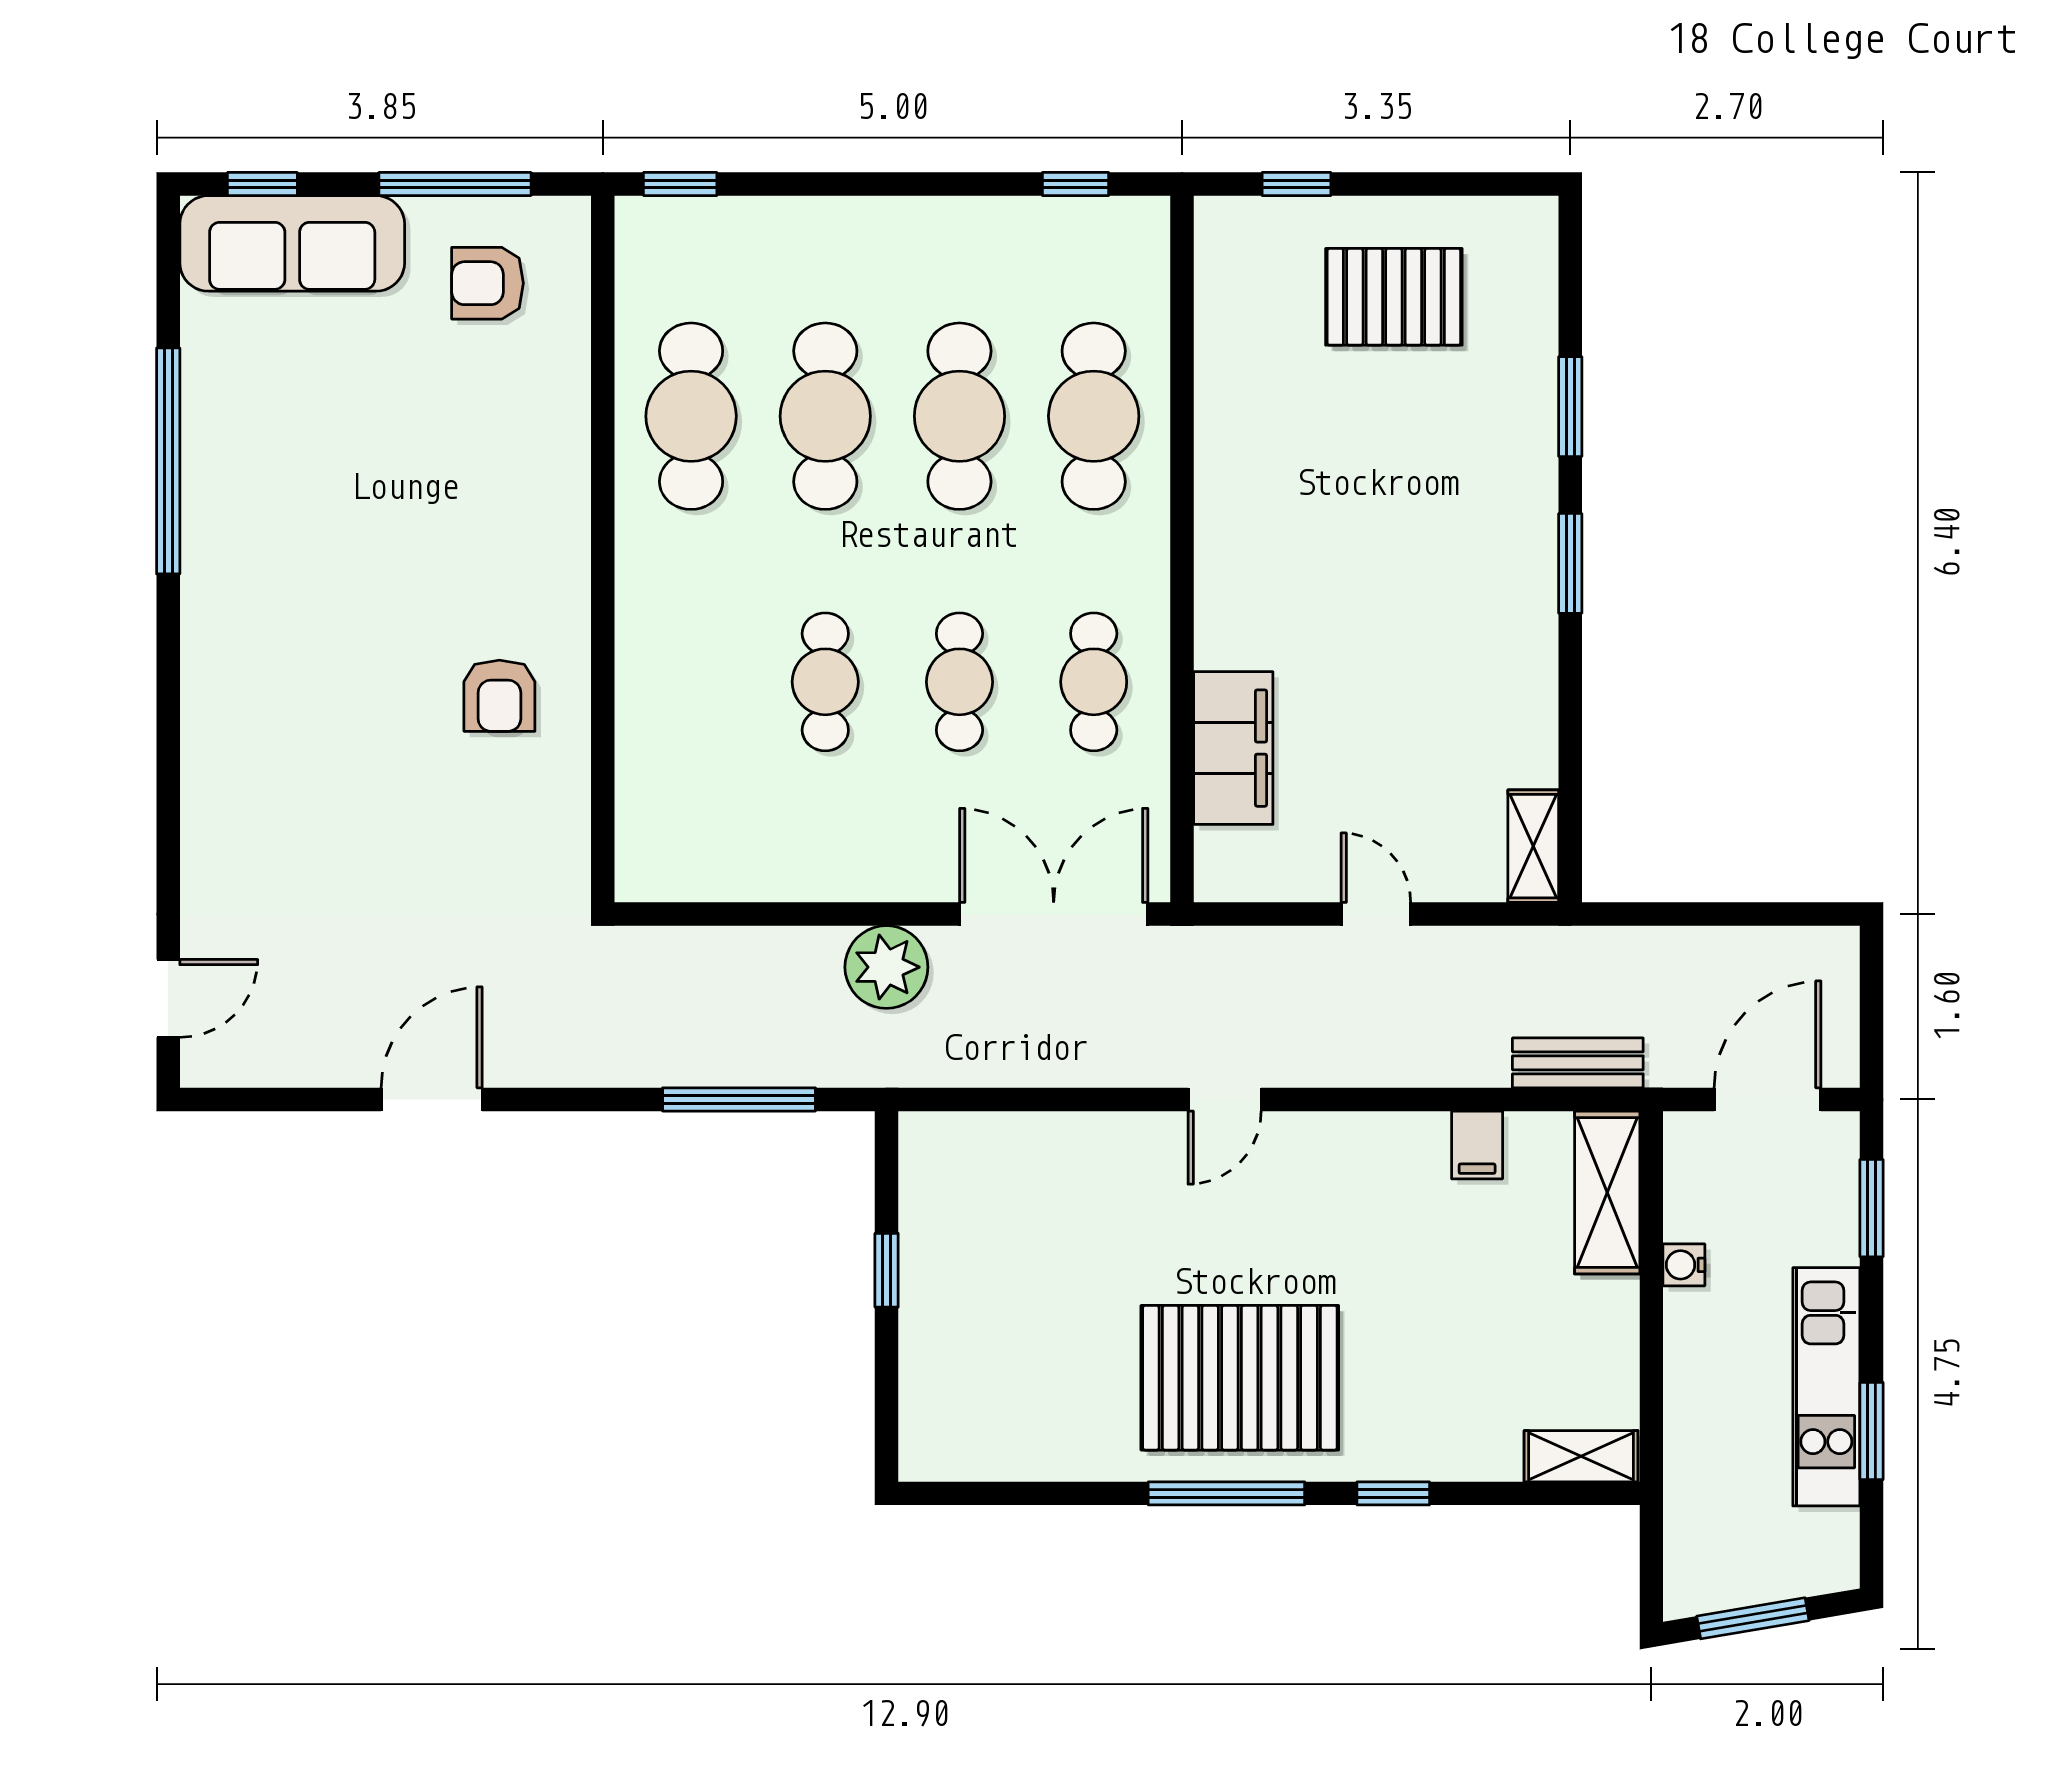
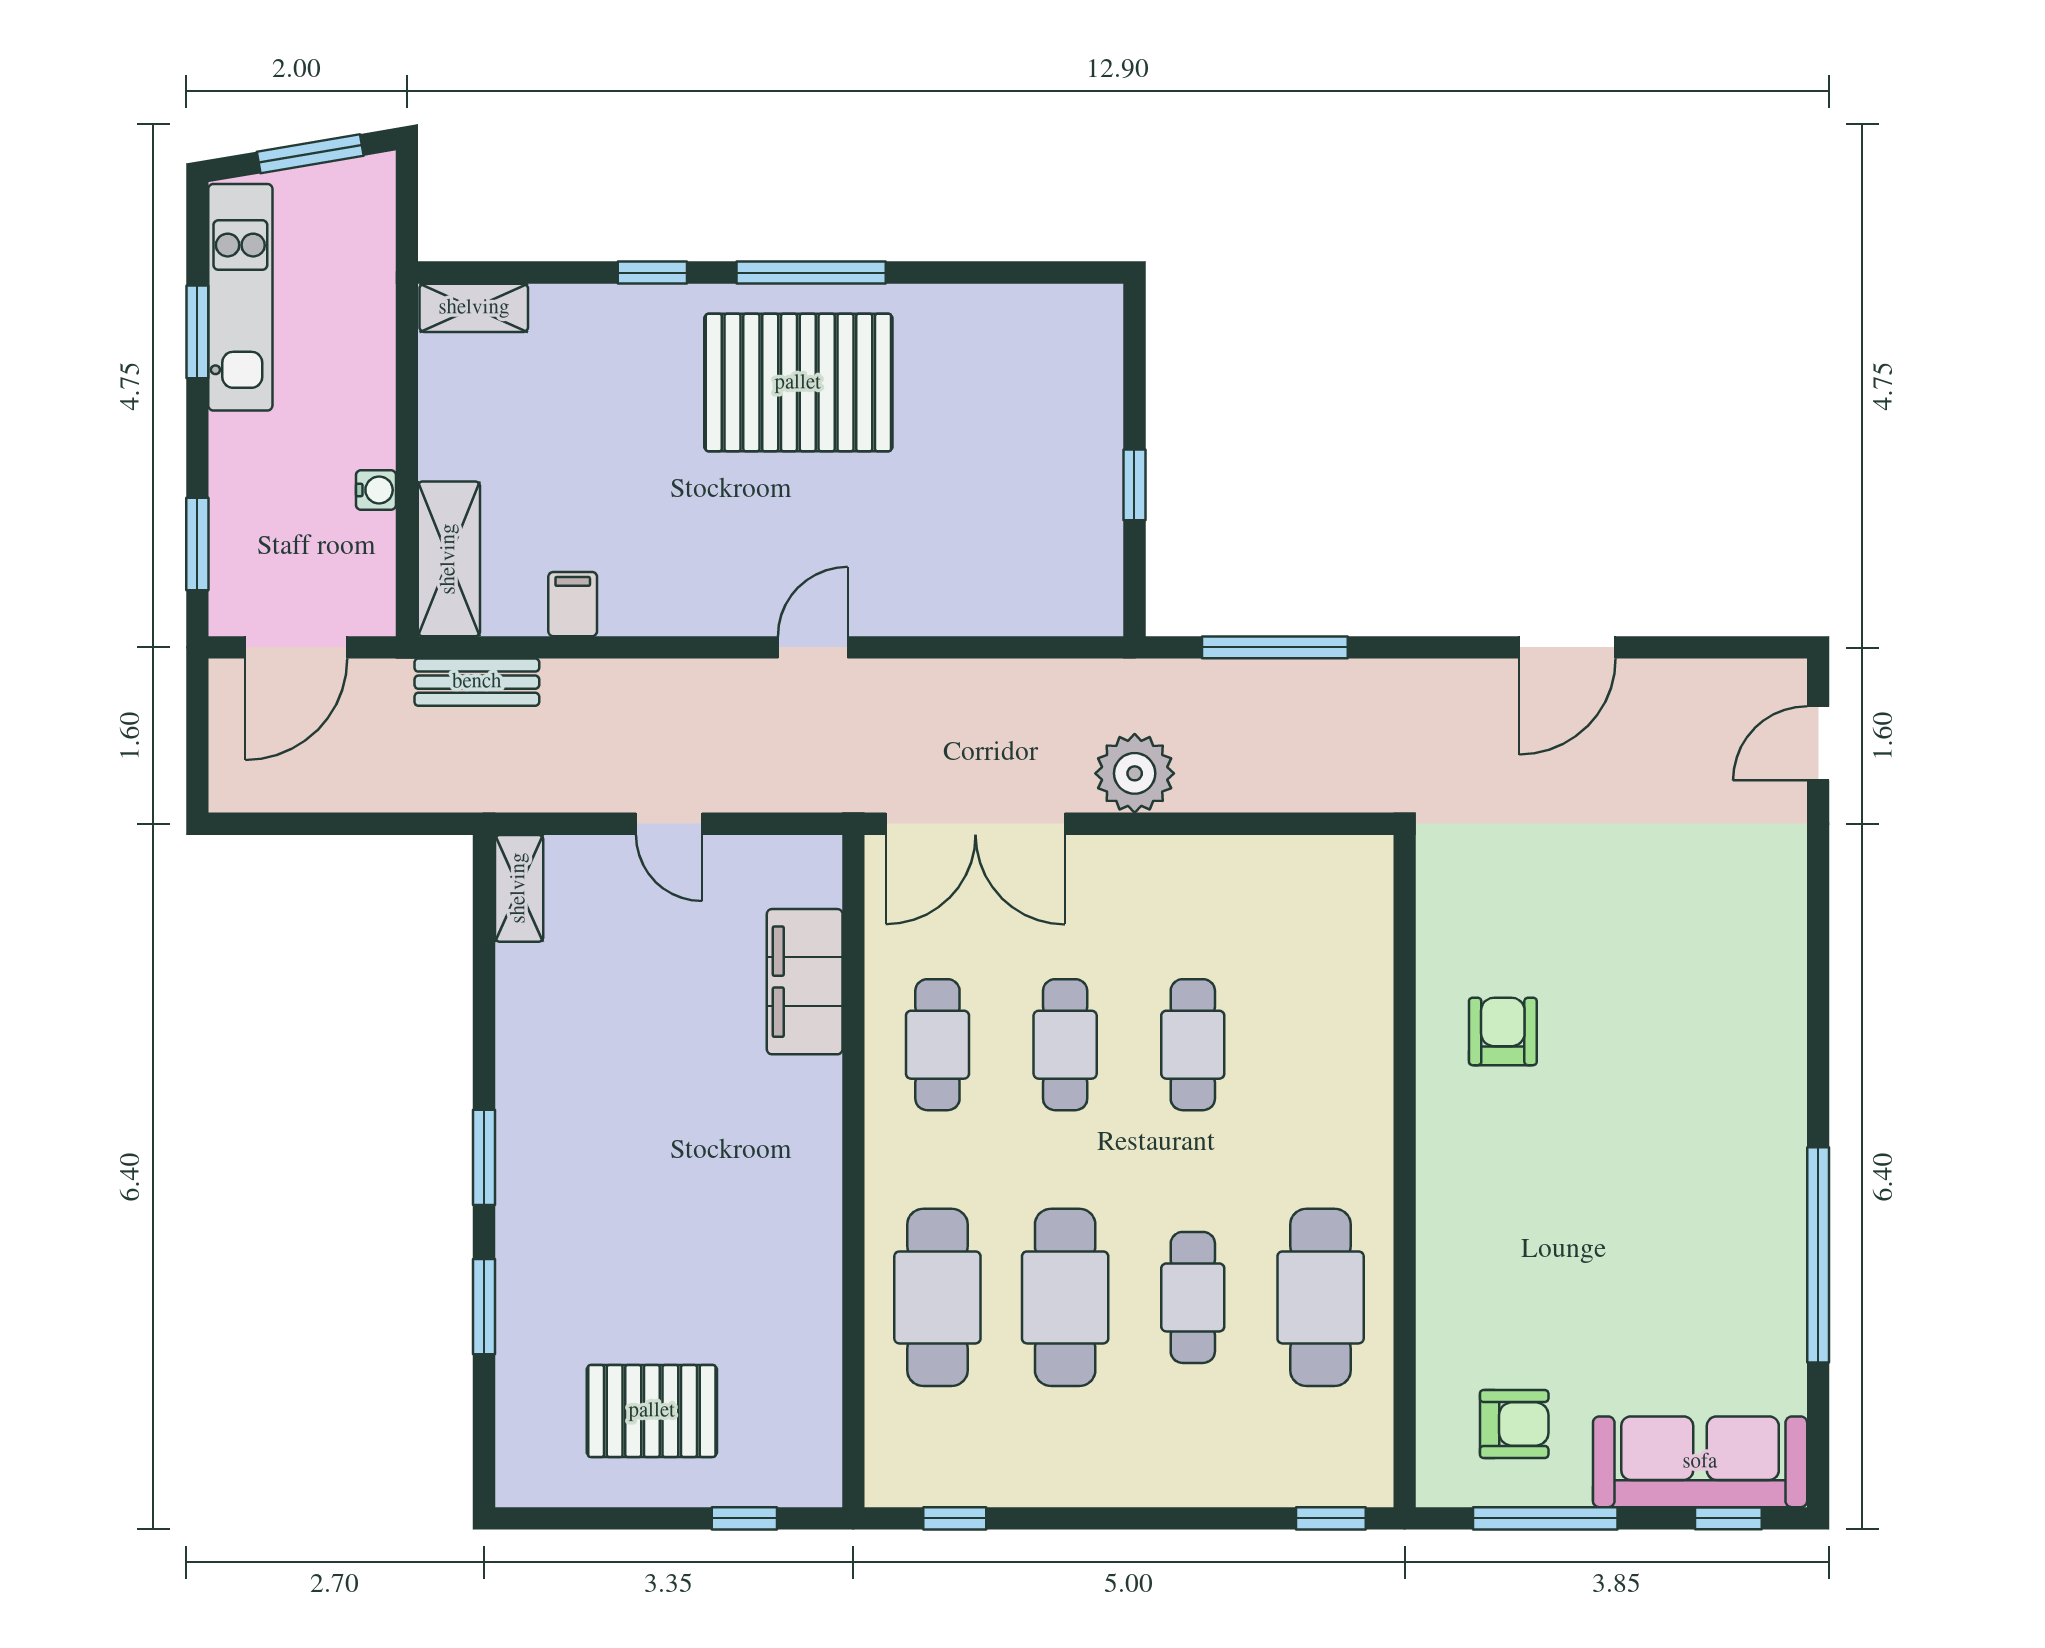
cafe table: (825, 416) -> (1193, 1297), width x0.73, depth x0.74
kitchen unit: (1826, 1387) -> (240, 297), moved

